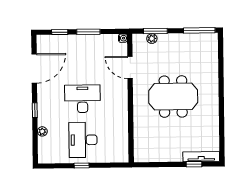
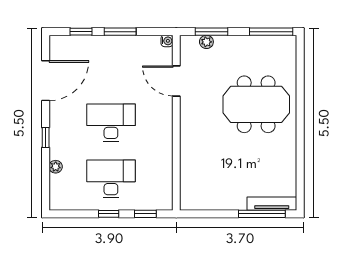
meeting table: (173, 97) -> (256, 104), moved
desk: (83, 140) -> (111, 179), turned 90
window: (194, 164) -> (262, 214), width x2.17
window: (109, 165) -> (145, 214), added

